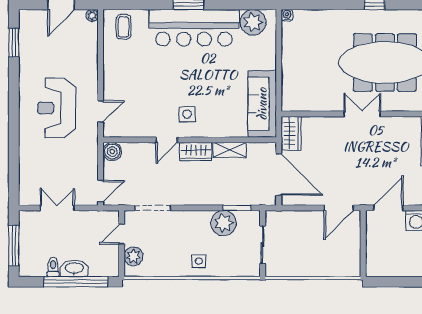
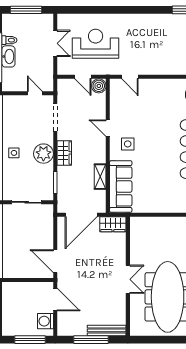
sofa: (262, 104) -> (121, 187), moved, turned 90
reception desk: (57, 108) -> (96, 44), moved
wardrobe: (196, 152) -> (64, 153), moved, turned 180
door: (101, 191) -> (83, 77), moved
plant: (224, 223) -> (43, 154), moved
plant: (133, 256) -> (18, 102), removed

